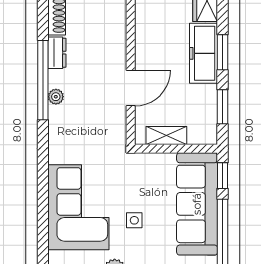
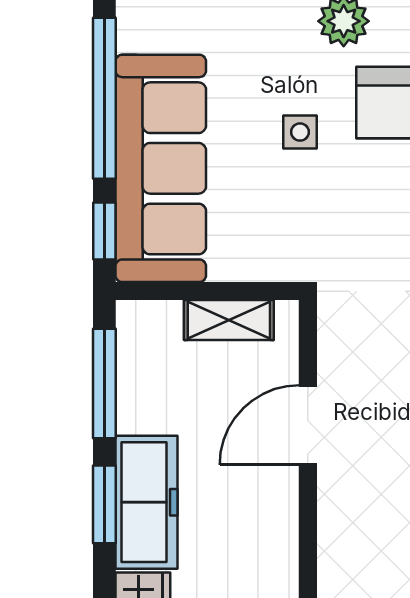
window: (223, 107) -> (104, 383), width x1.44

